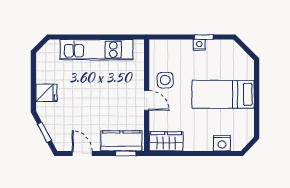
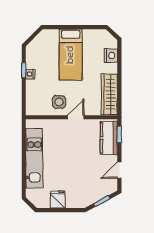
fridge: (46, 93) -> (58, 199), moved
wardrobe: (166, 141) -> (109, 94), width x1.50

